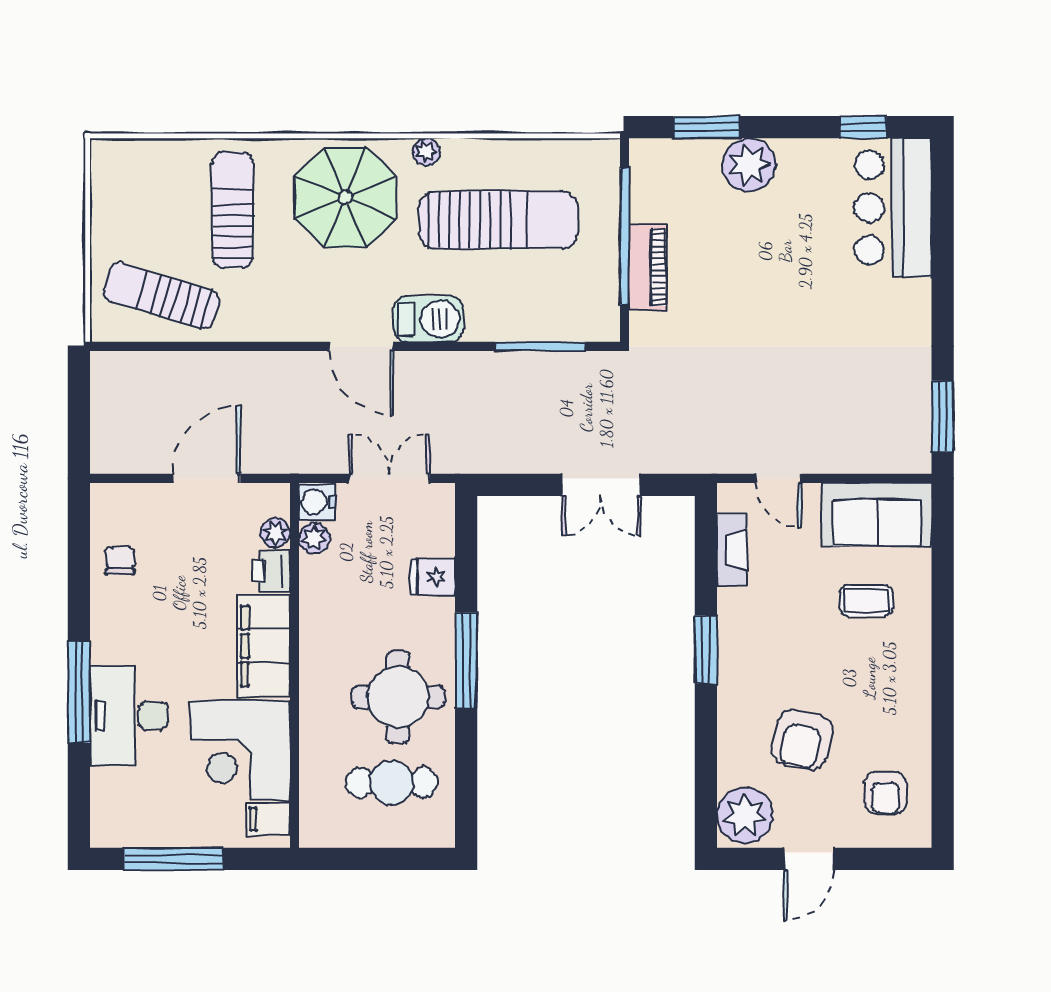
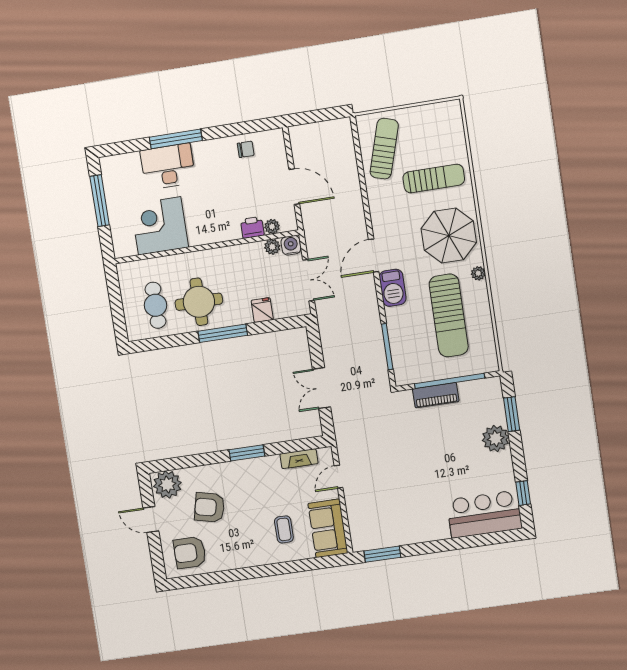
filing cabinet: (264, 646) -> (214, 230), removed
armchair: (886, 793) -> (190, 553), width x1.38, depth x1.38
filing cabinet: (268, 819) -> (127, 246), removed

